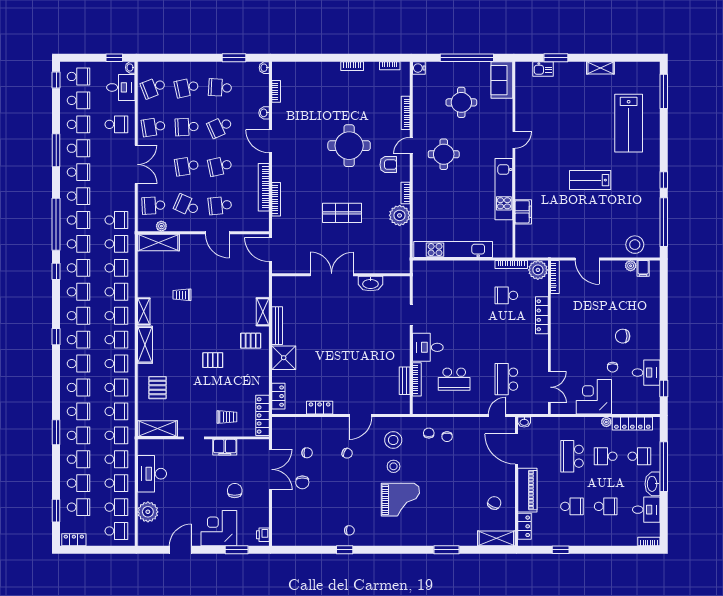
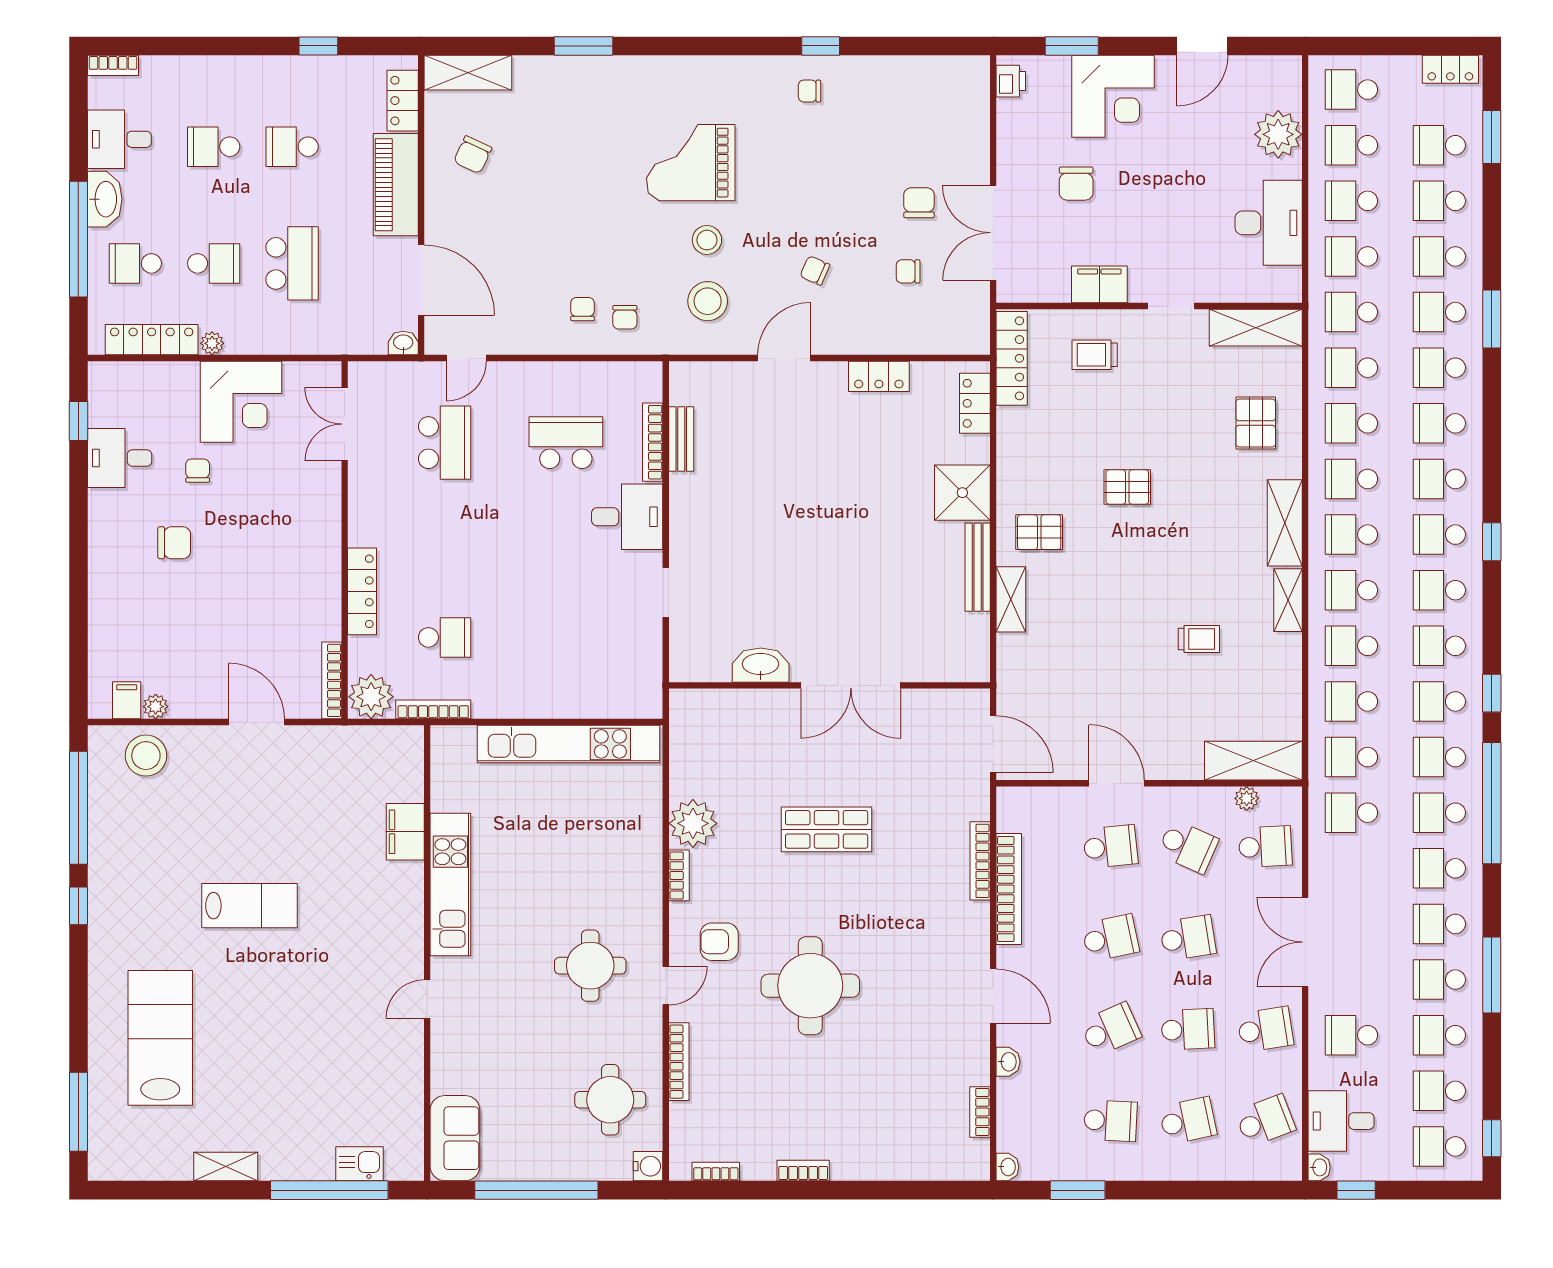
window: (556, 58) -> (329, 1190), width x2.11
round table: (461, 102) -> (610, 1100), moved

